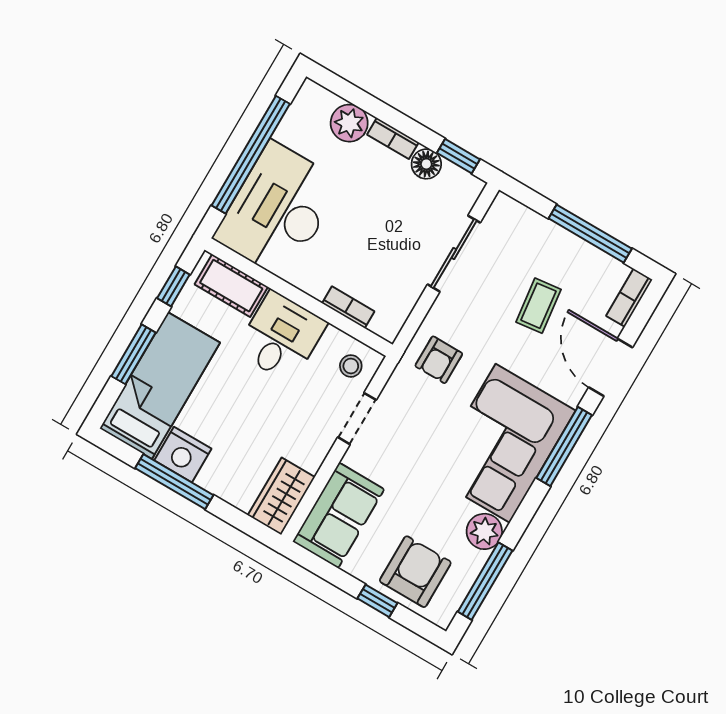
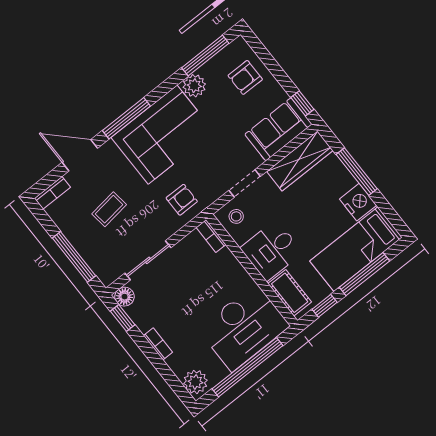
plant: (349, 123) -> (195, 382), moved
floor lamp: (426, 164) -> (124, 297), moved
window: (590, 234) -> (74, 257), moved
bookcase: (348, 307) -> (211, 236), moved
window: (134, 354) -> (364, 274), width x1.44
door: (611, 367) -> (80, 155), swing flipped
window: (174, 482) -> (357, 172), moved
wardrobe: (281, 496) -> (300, 161), width x1.50
armchair: (415, 572) -> (245, 77), width x0.72, depth x0.72
window: (377, 601) -> (302, 103), moved

